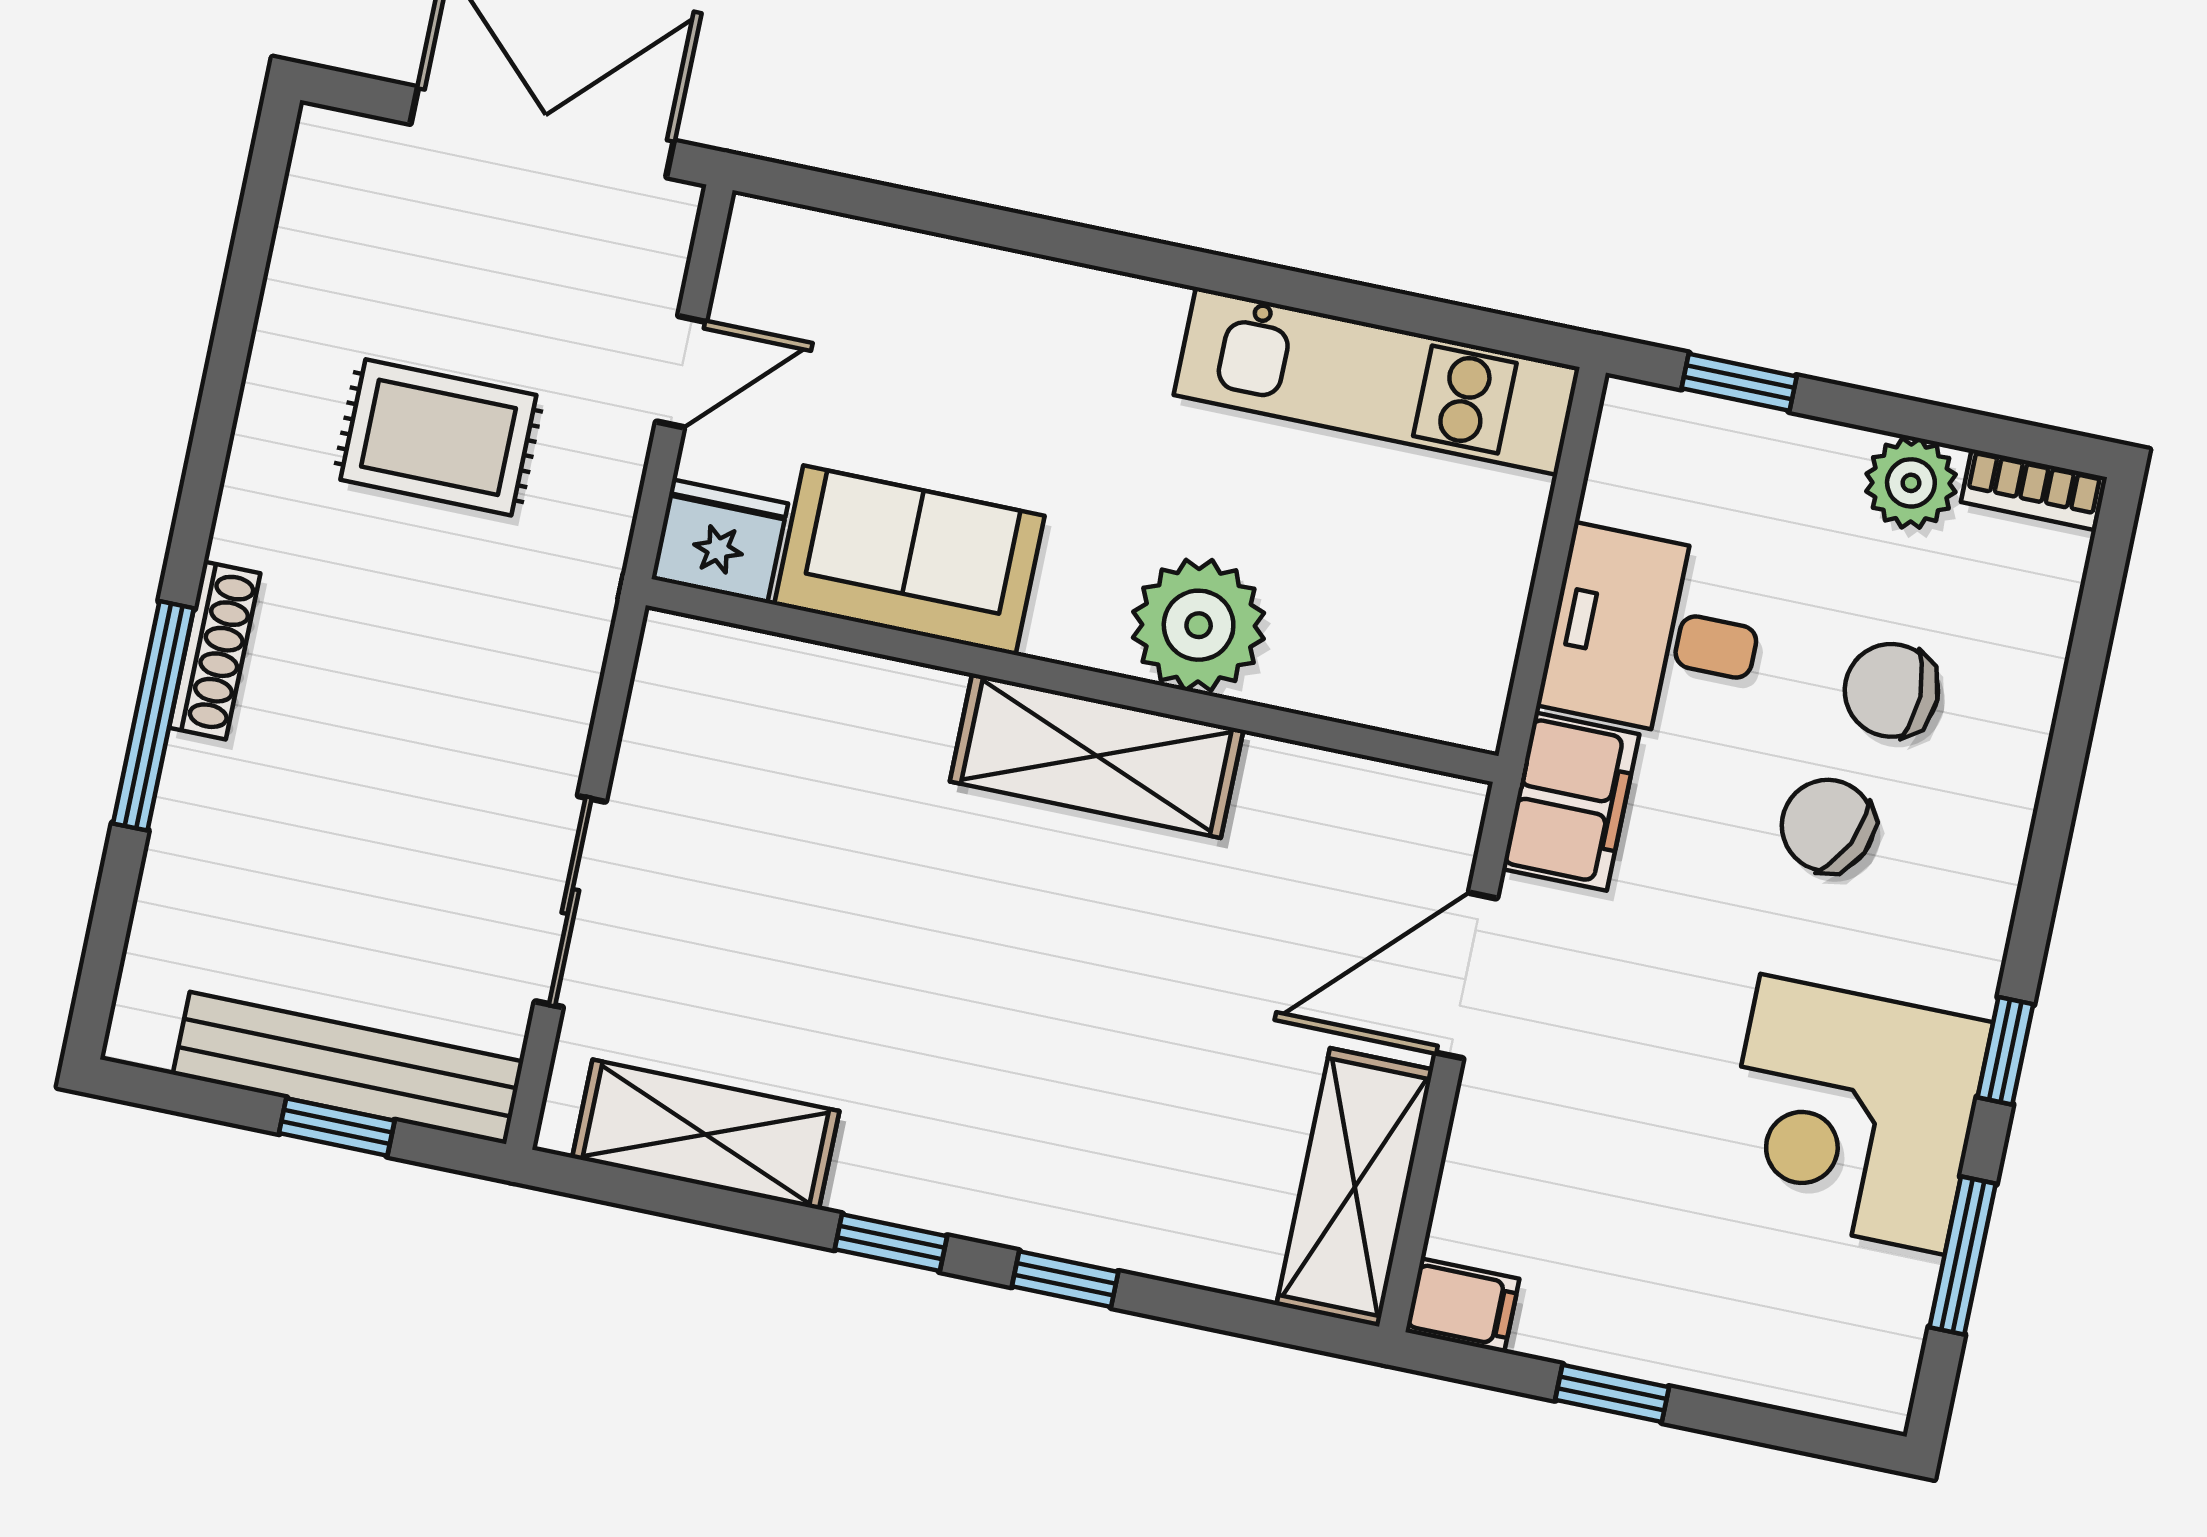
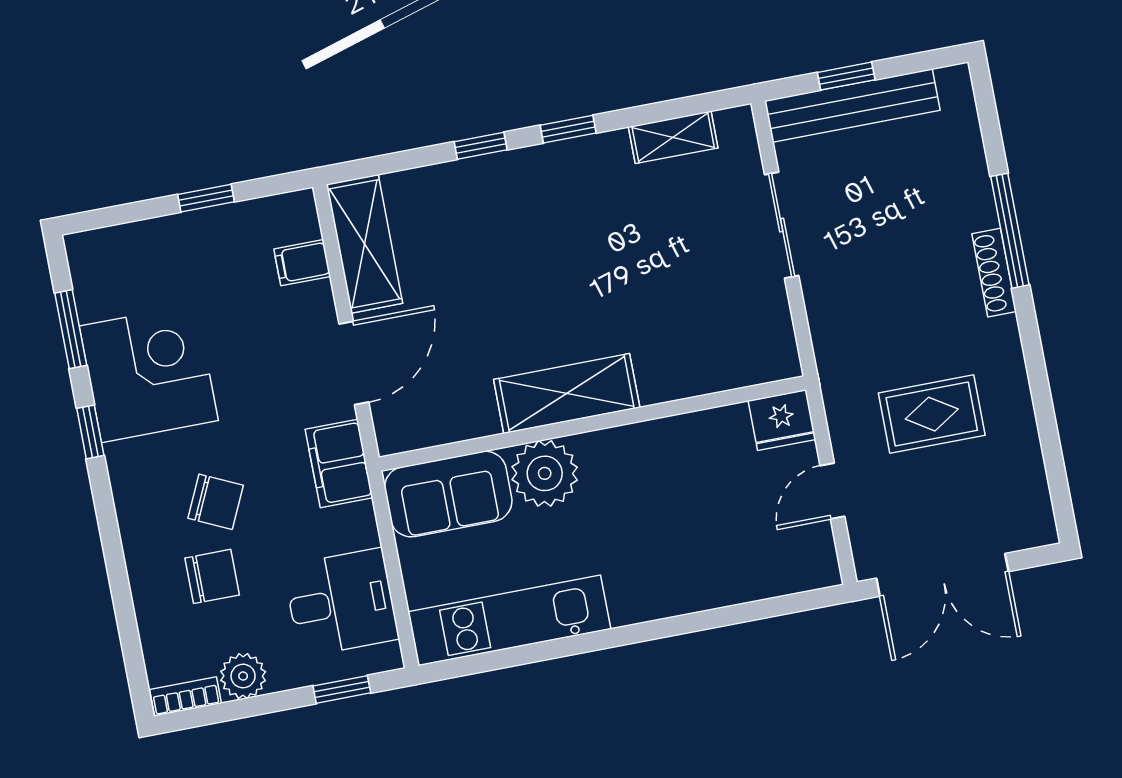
sofa: (909, 560) -> (448, 494), moved
desk: (1654, 634) -> (341, 603), moved
shelving: (706, 1135) -> (673, 137), width x0.67, depth x0.75
filing cabinet: (1462, 1305) -> (302, 263), moved

